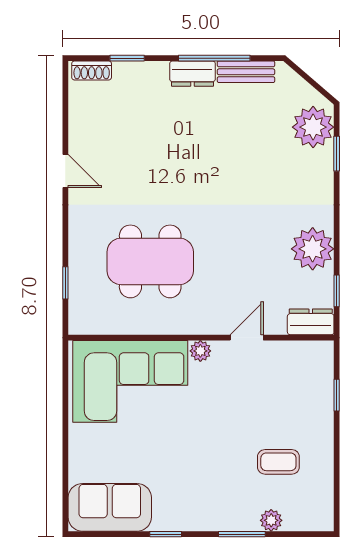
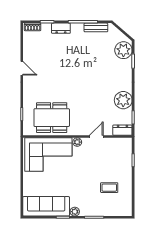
dresser: (192, 74) -> (61, 28), moved
dining table: (150, 261) -> (52, 118), moved
sofa: (110, 507) -> (46, 206), width x1.36
plant: (271, 520) -> (75, 212), moved

